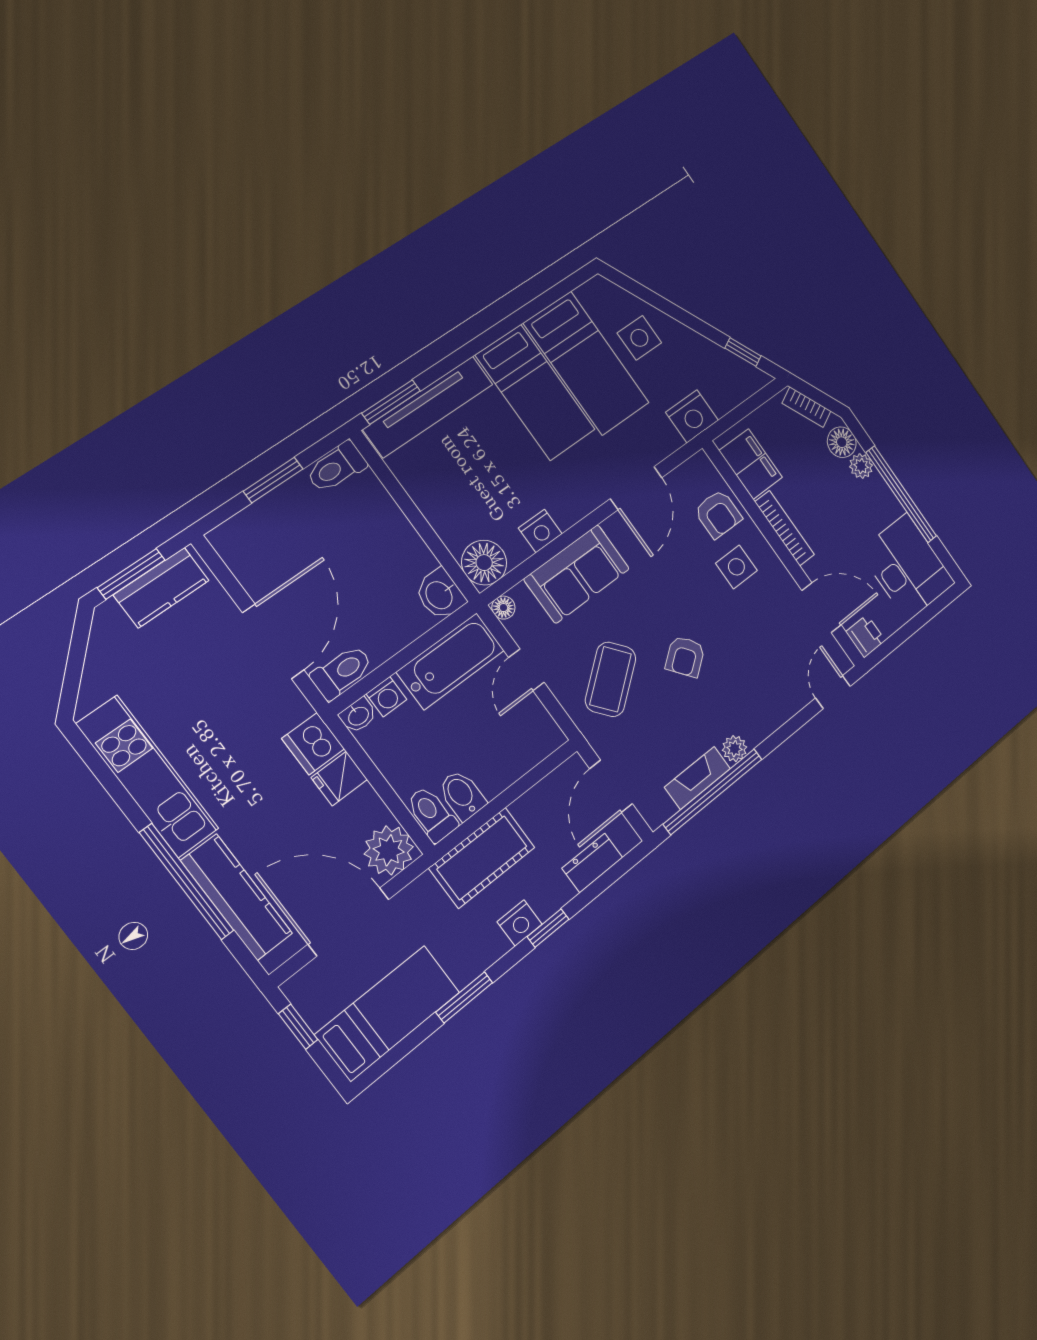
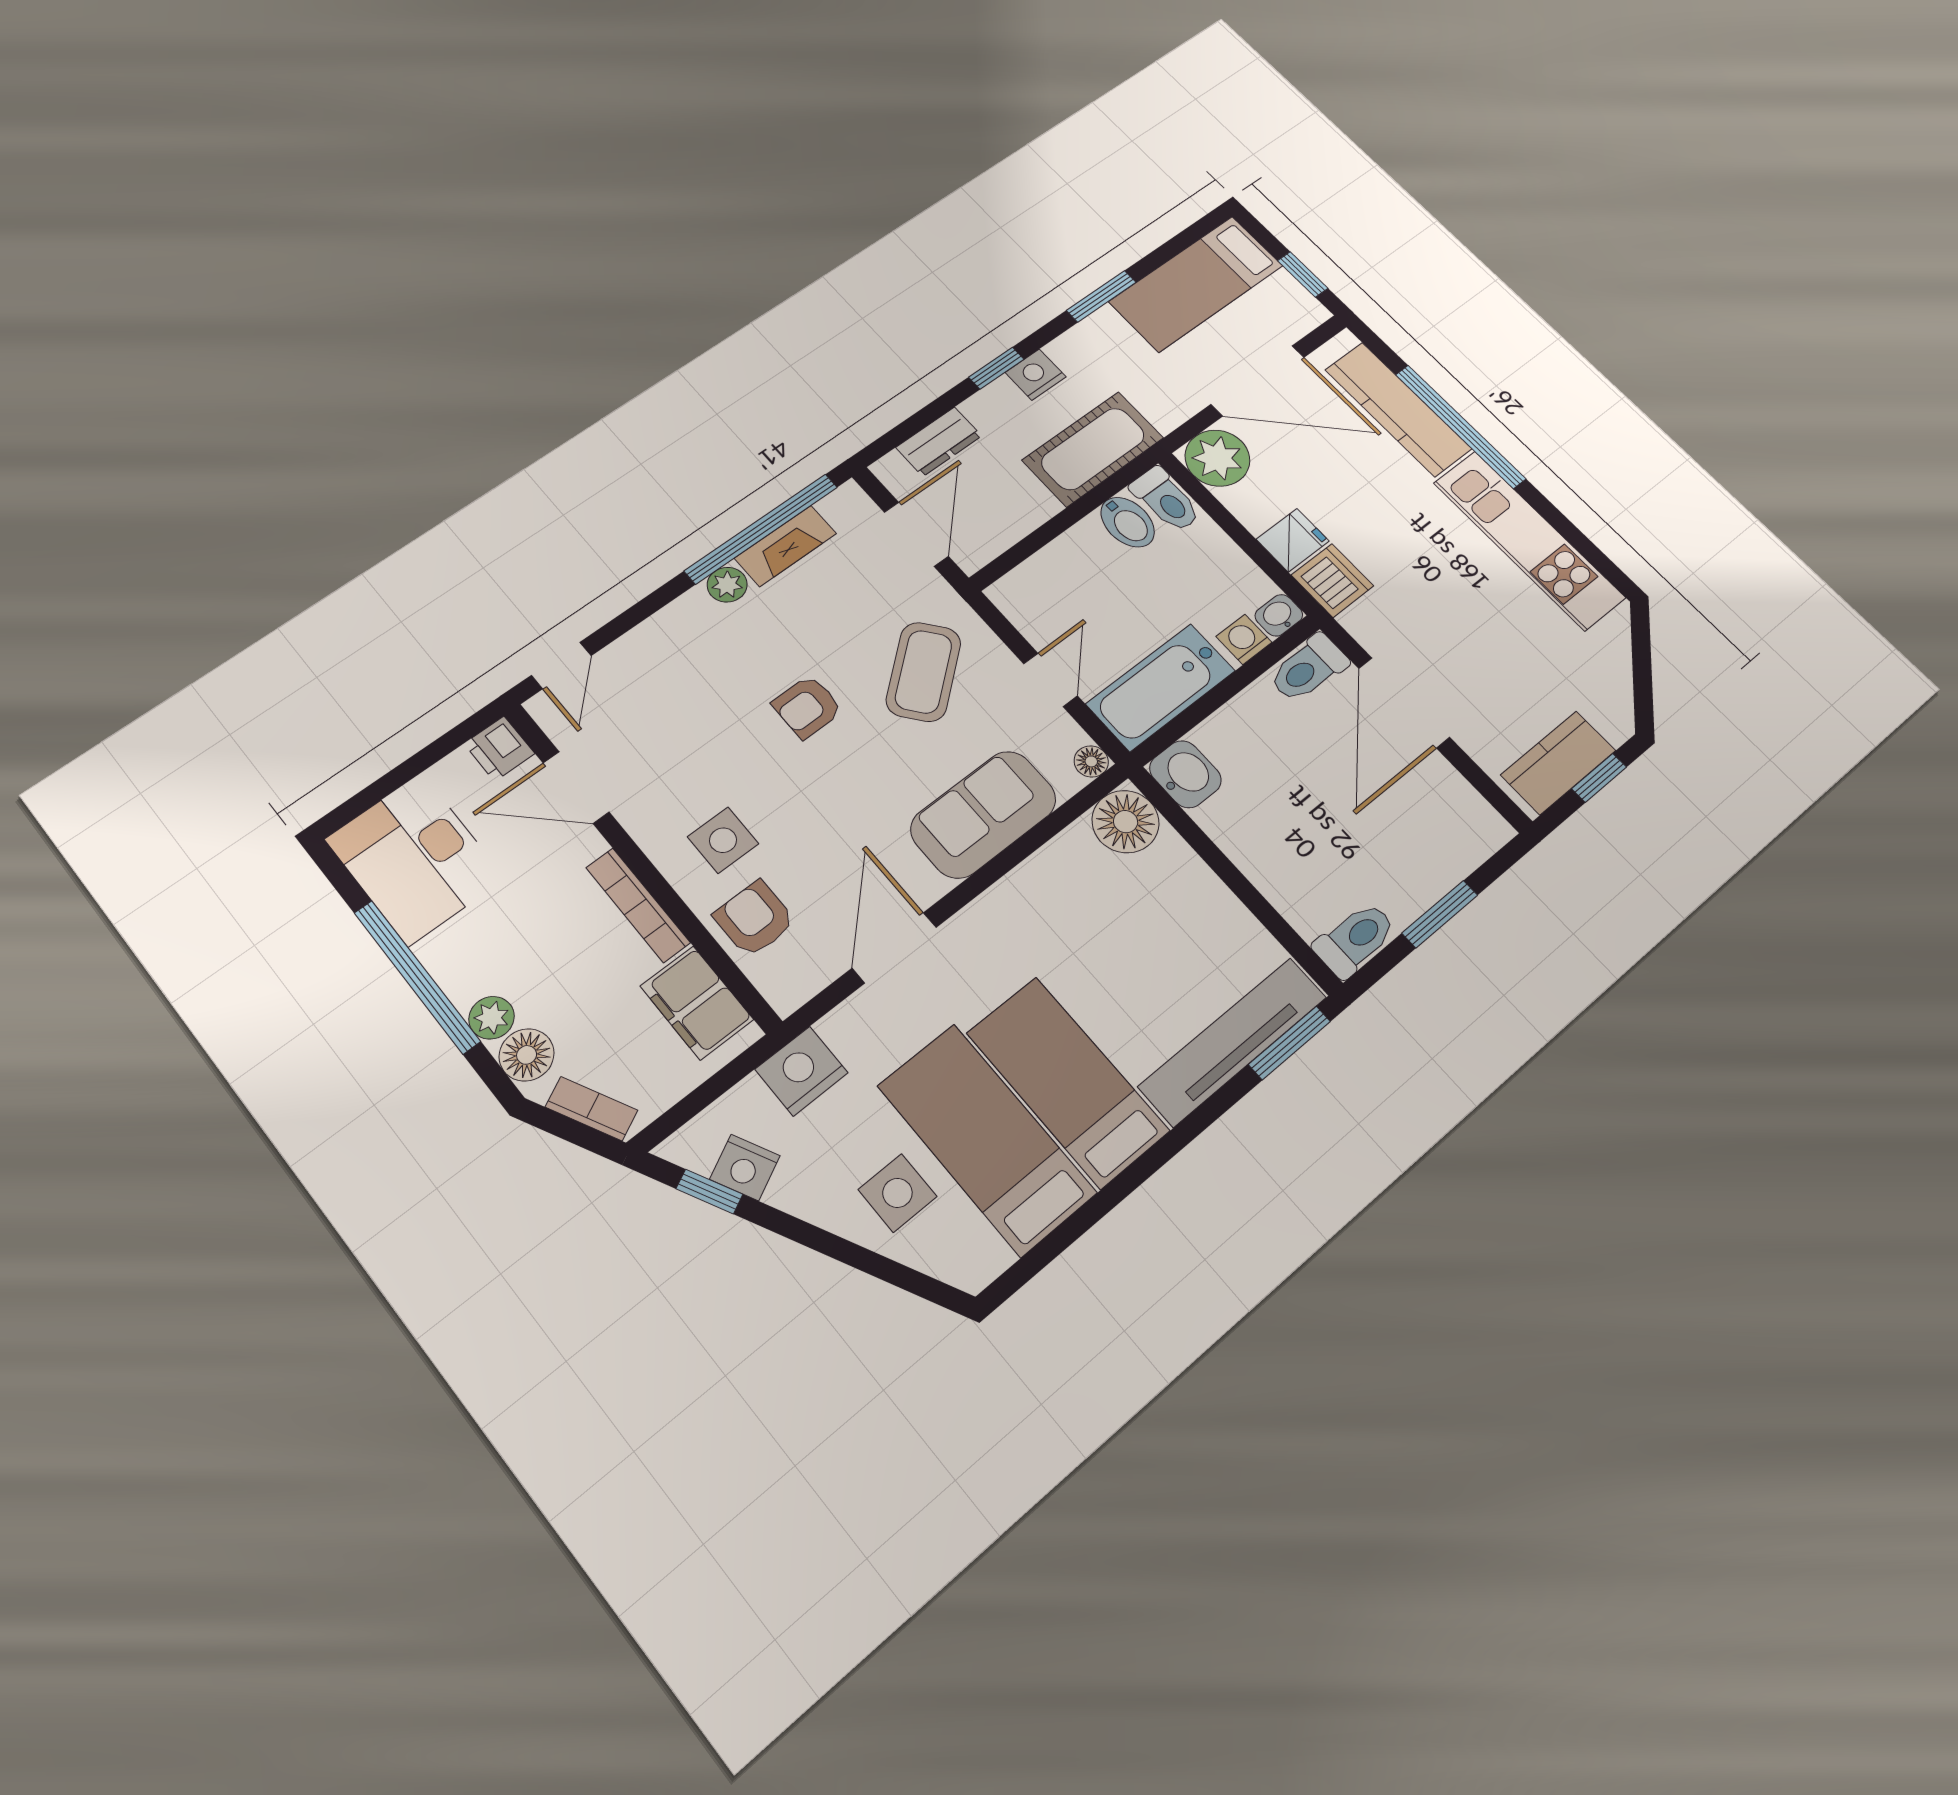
nightstand: (540, 531) -> (745, 1167), moved, turned -117
window: (131, 574) -> (1599, 778), width x0.67
armchair: (685, 657) -> (807, 707), turned -142

